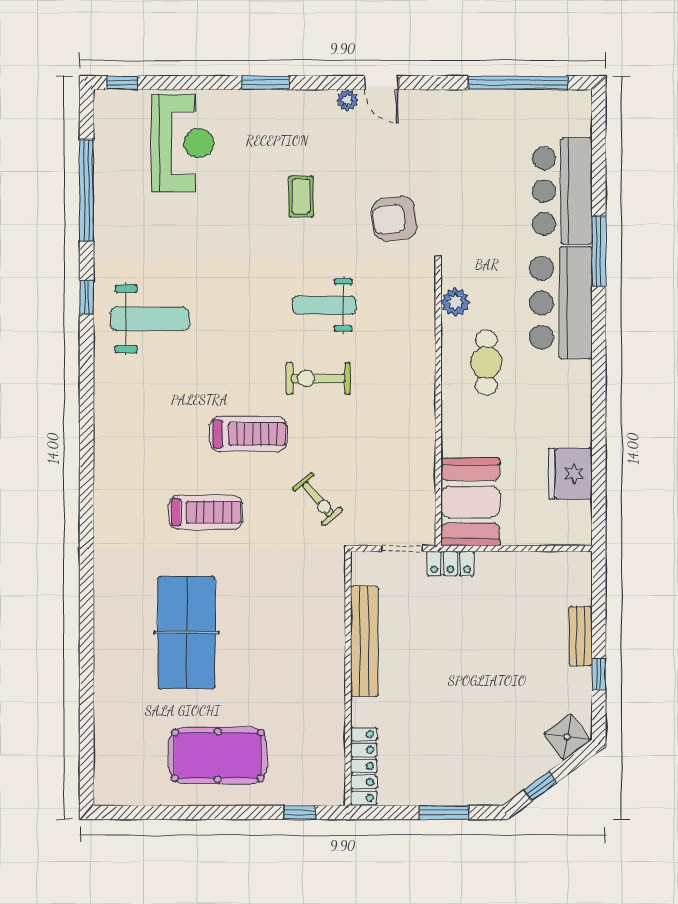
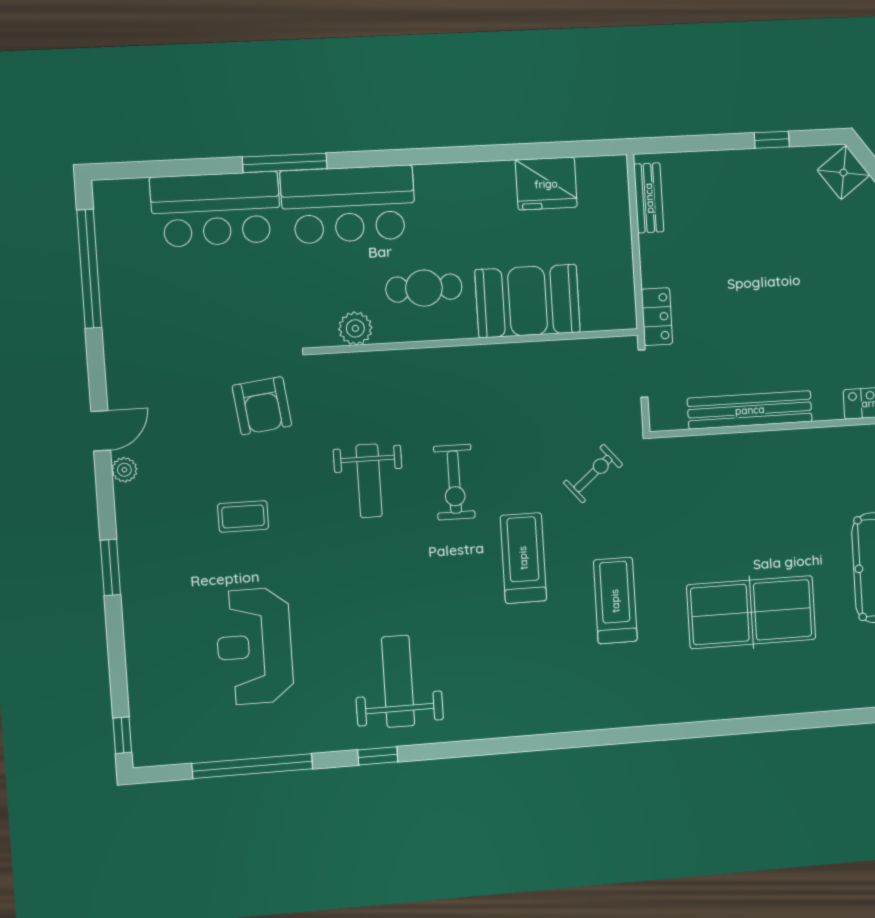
reception desk: (183, 143) -> (254, 646), moved, turned -90
booth: (470, 502) -> (528, 301), moved
bench: (581, 636) -> (649, 198), moved, turned 90

